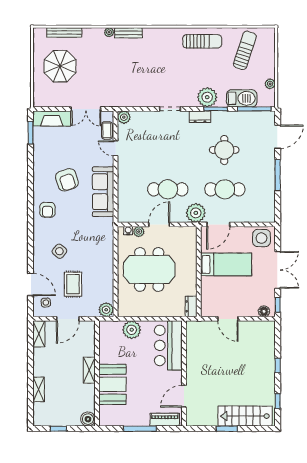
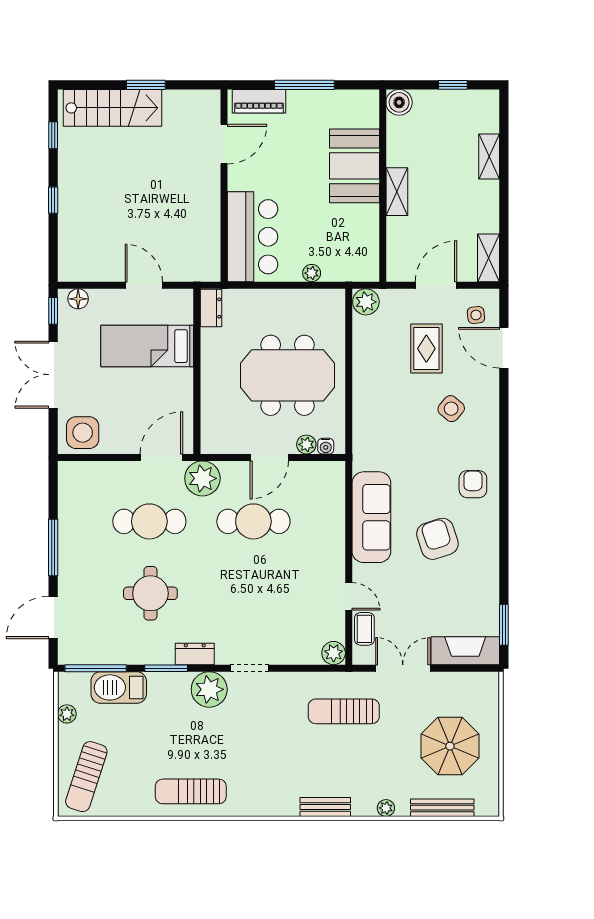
plant: (109, 32) -> (386, 808), moved
sun lounger: (245, 50) -> (86, 777), moved
sun lounger: (118, 85) -> (344, 711), added
plant: (207, 97) -> (209, 689), moved
bed: (226, 264) -> (147, 346), moved
plant: (132, 330) -> (312, 273), width x0.53, depth x0.53

